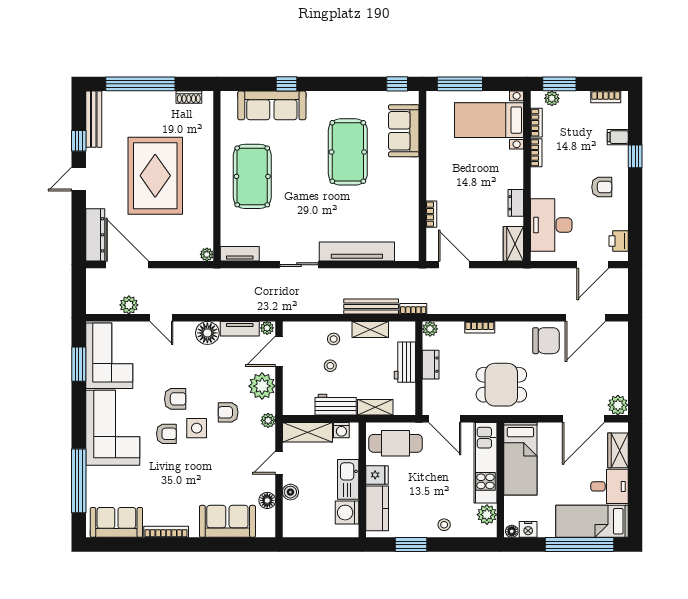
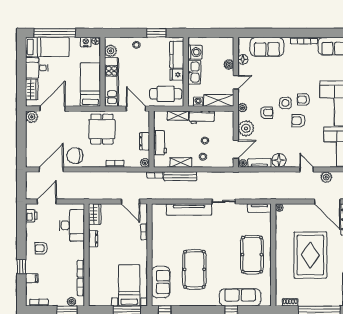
bed with nightstands: (489, 120) -> (129, 285), moved, turned -90
dining table: (501, 385) -> (102, 129), turned 90

